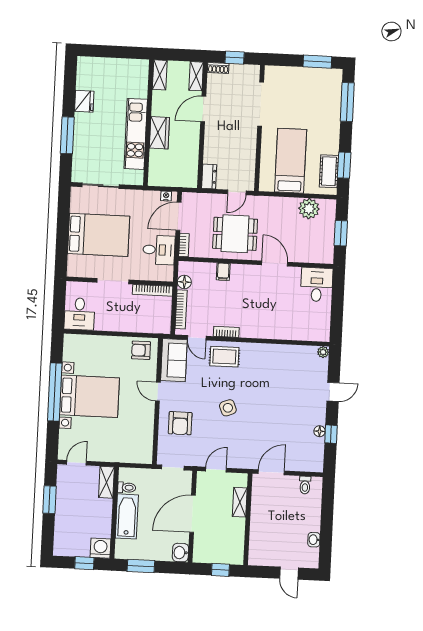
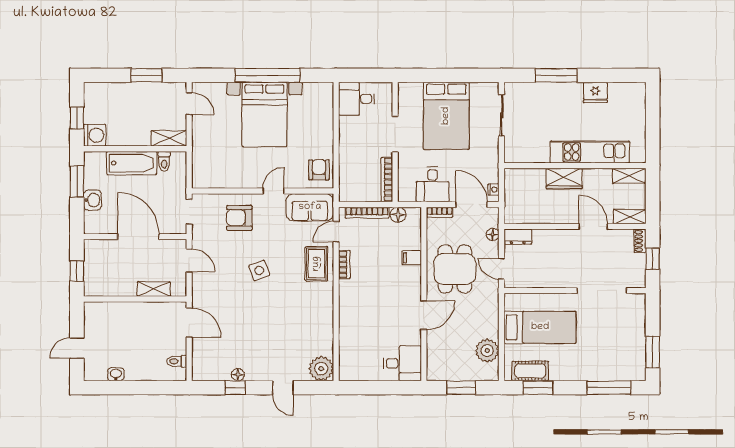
kitchen unit: (136, 134) -> (590, 152), moved
floor lamp: (206, 199) -> (493, 234), added
plant: (323, 352) -> (321, 369), width x1.88, depth x1.88
washbasin: (180, 553) -> (92, 200), moved, turned 90

